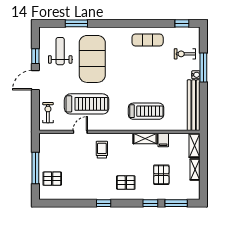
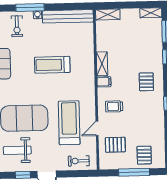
treadmill: (146, 111) -> (52, 65), moved, turned -90
door: (80, 132) -> (97, 128), hinge flipped
filing cabinet: (163, 140) -> (104, 82), moved
shelving: (195, 169) -> (151, 13), moved
pallet: (161, 175) -> (115, 145), moved

